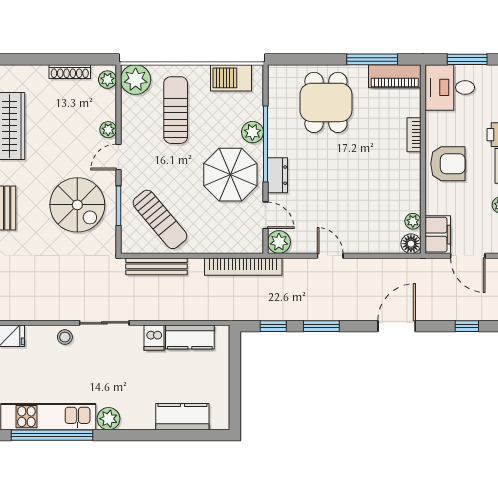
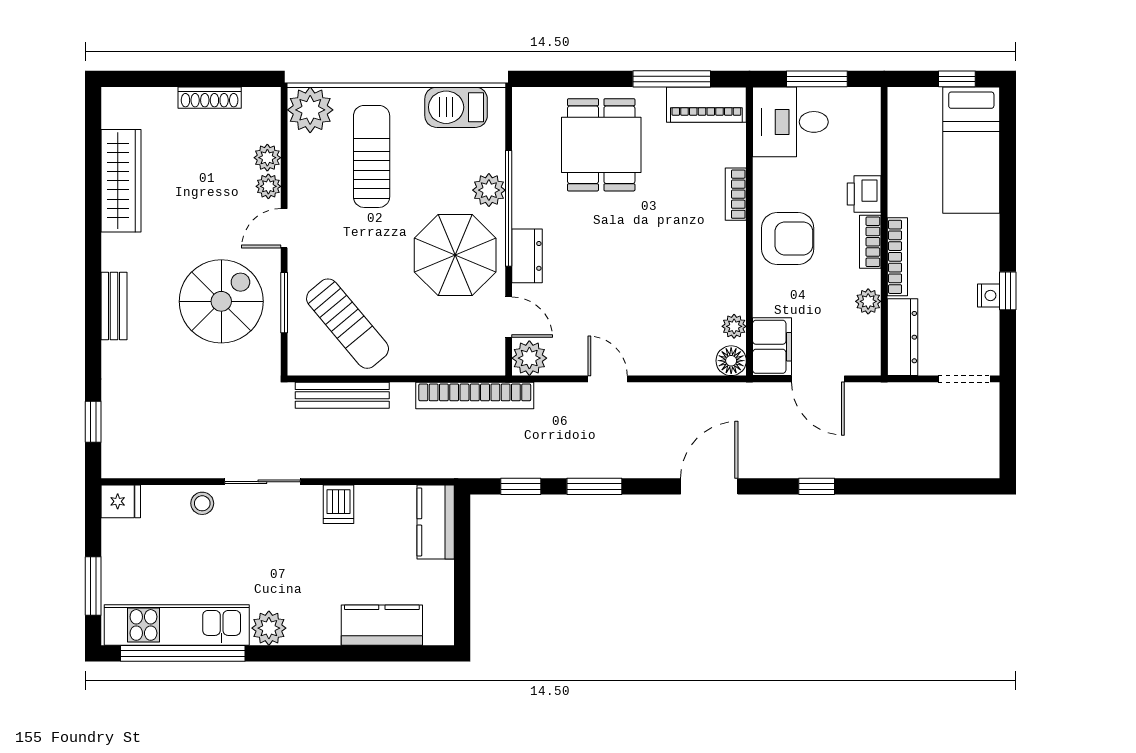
plant: (107, 80) -> (267, 158), moved
spiral stairs: (77, 205) -> (221, 301), turned -90
kitchen counter: (190, 337) -> (436, 522), moved, turned 90

